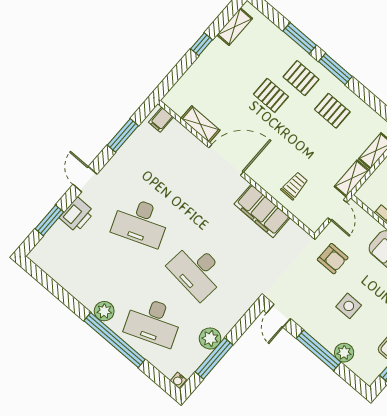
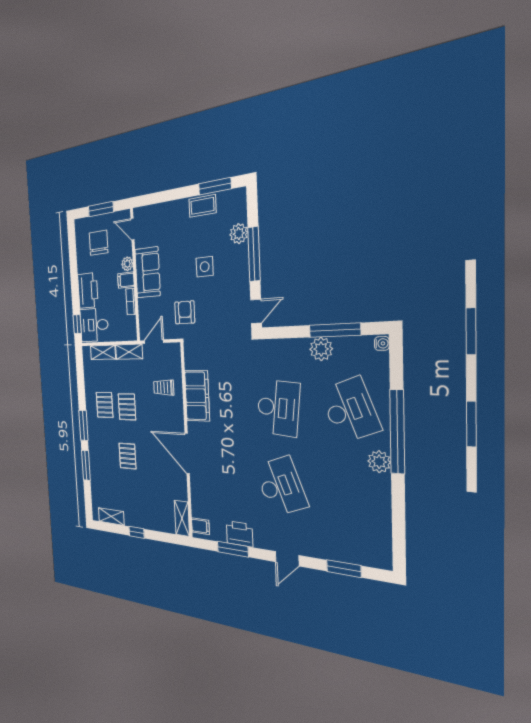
pallet: (301, 78) -> (127, 407), moved
shelving: (200, 124) -> (182, 518), moved
printer: (77, 215) -> (240, 534), moved

